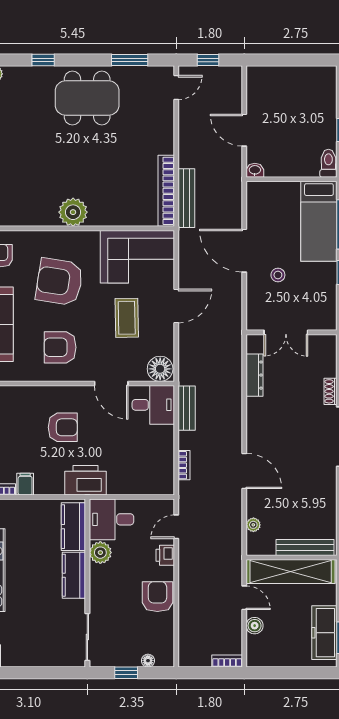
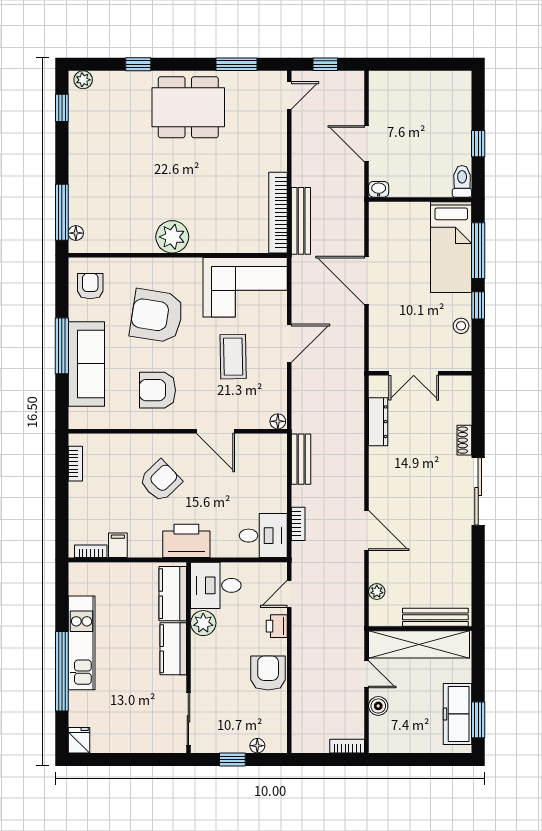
stool: (278, 275) -> (461, 326), moved
floor lamp: (160, 369) -> (278, 421), width x0.53, depth x0.53
desk: (153, 405) -> (263, 536), moved
armchair: (63, 427) -> (161, 481), turned -44

